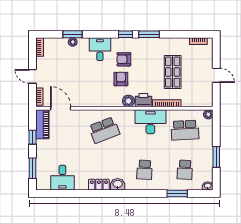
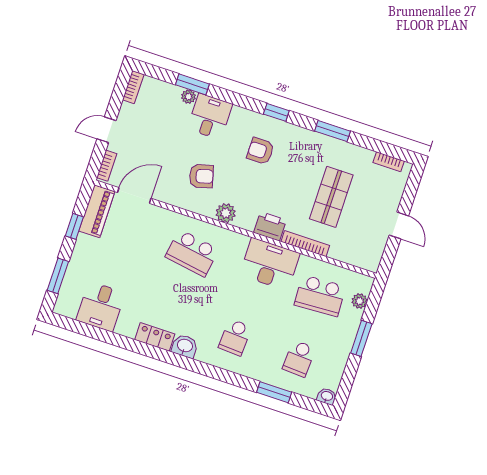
window: (149, 34) -> (332, 131), moved
desk: (100, 49) -> (210, 116), moved
door: (32, 76) -> (106, 130), hinge flipped
armchair: (121, 79) -> (201, 176), moved, turned 75
plant: (128, 101) -> (226, 213), moved
door: (61, 108) -> (134, 195), hinge flipped
plant: (208, 114) -> (360, 301), moved
school desk: (104, 130) -> (192, 253), turned 30
window: (216, 157) -> (361, 338), moved

